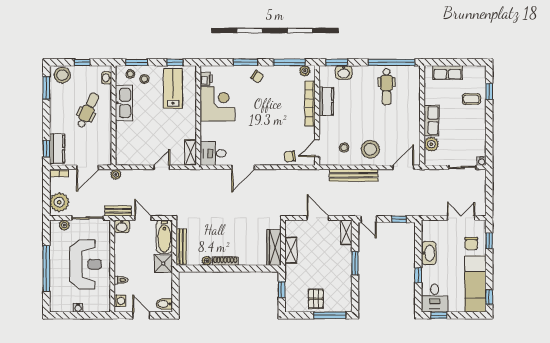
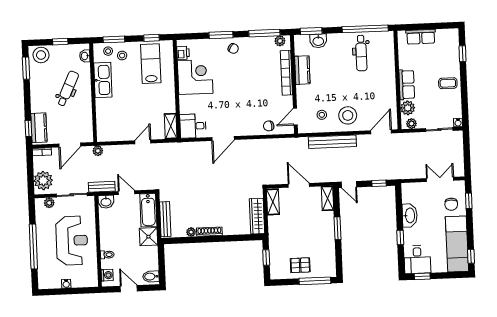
coffee table: (471, 99) -> (448, 83), moved
plant: (434, 160) -> (411, 124), added
shelving: (291, 250) -> (273, 202), moved
pallet: (316, 299) -> (300, 265), turned 90

